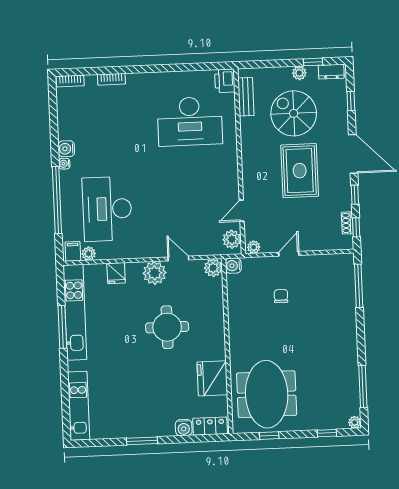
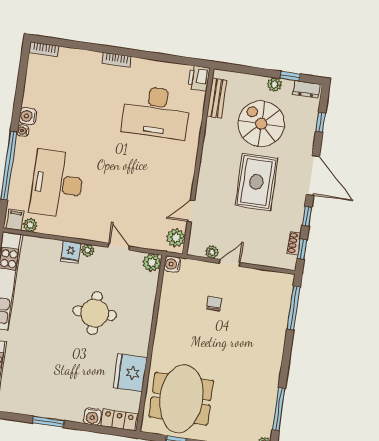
bookcase: (111, 79) -> (117, 60), moved
plant: (254, 247) -> (212, 252), moved
fridge: (116, 273) -> (71, 252), moved
plant: (155, 273) -> (88, 250), width x0.53, depth x0.53

